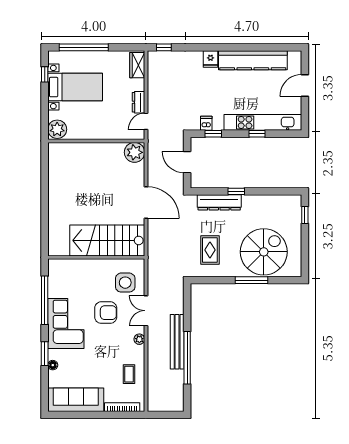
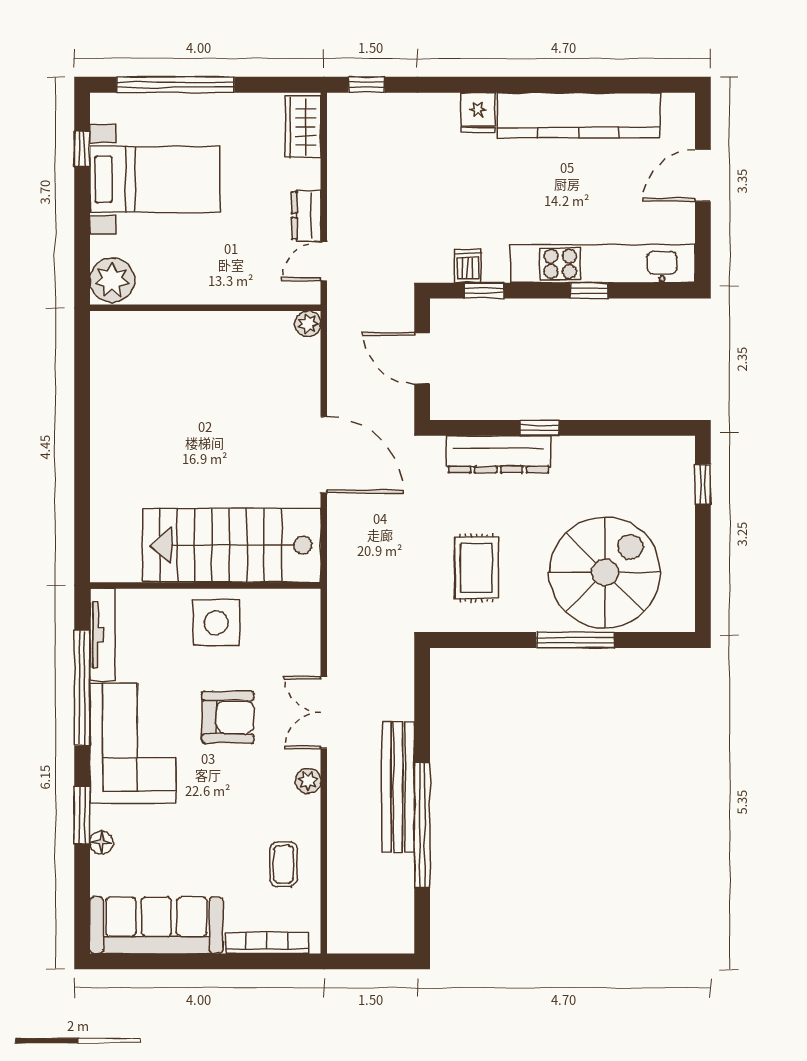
plant: (135, 152) -> (308, 324), width x0.53, depth x0.53
tv unit: (53, 278) -> (102, 635), added
side table: (125, 283) -> (216, 622), moved

